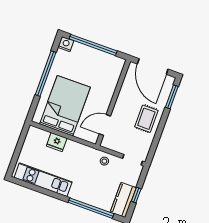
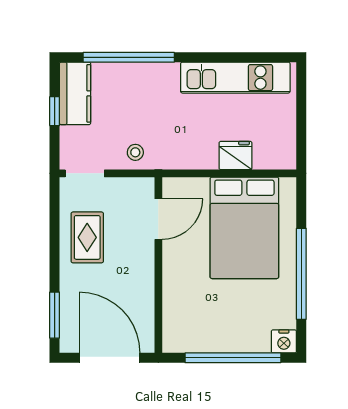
rug: (146, 119) -> (87, 237), moved

